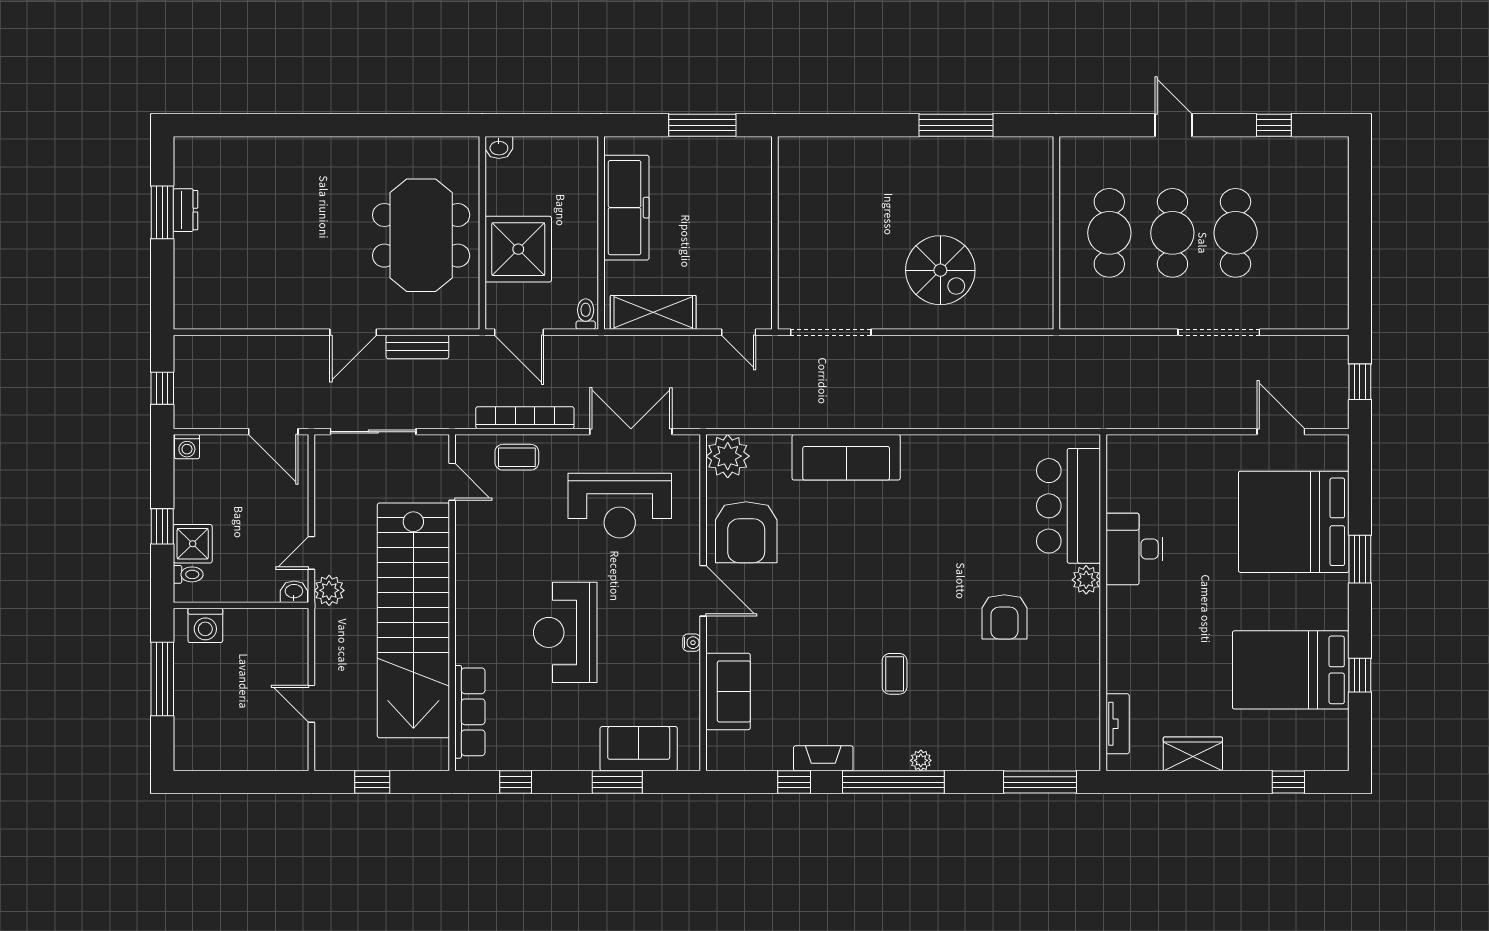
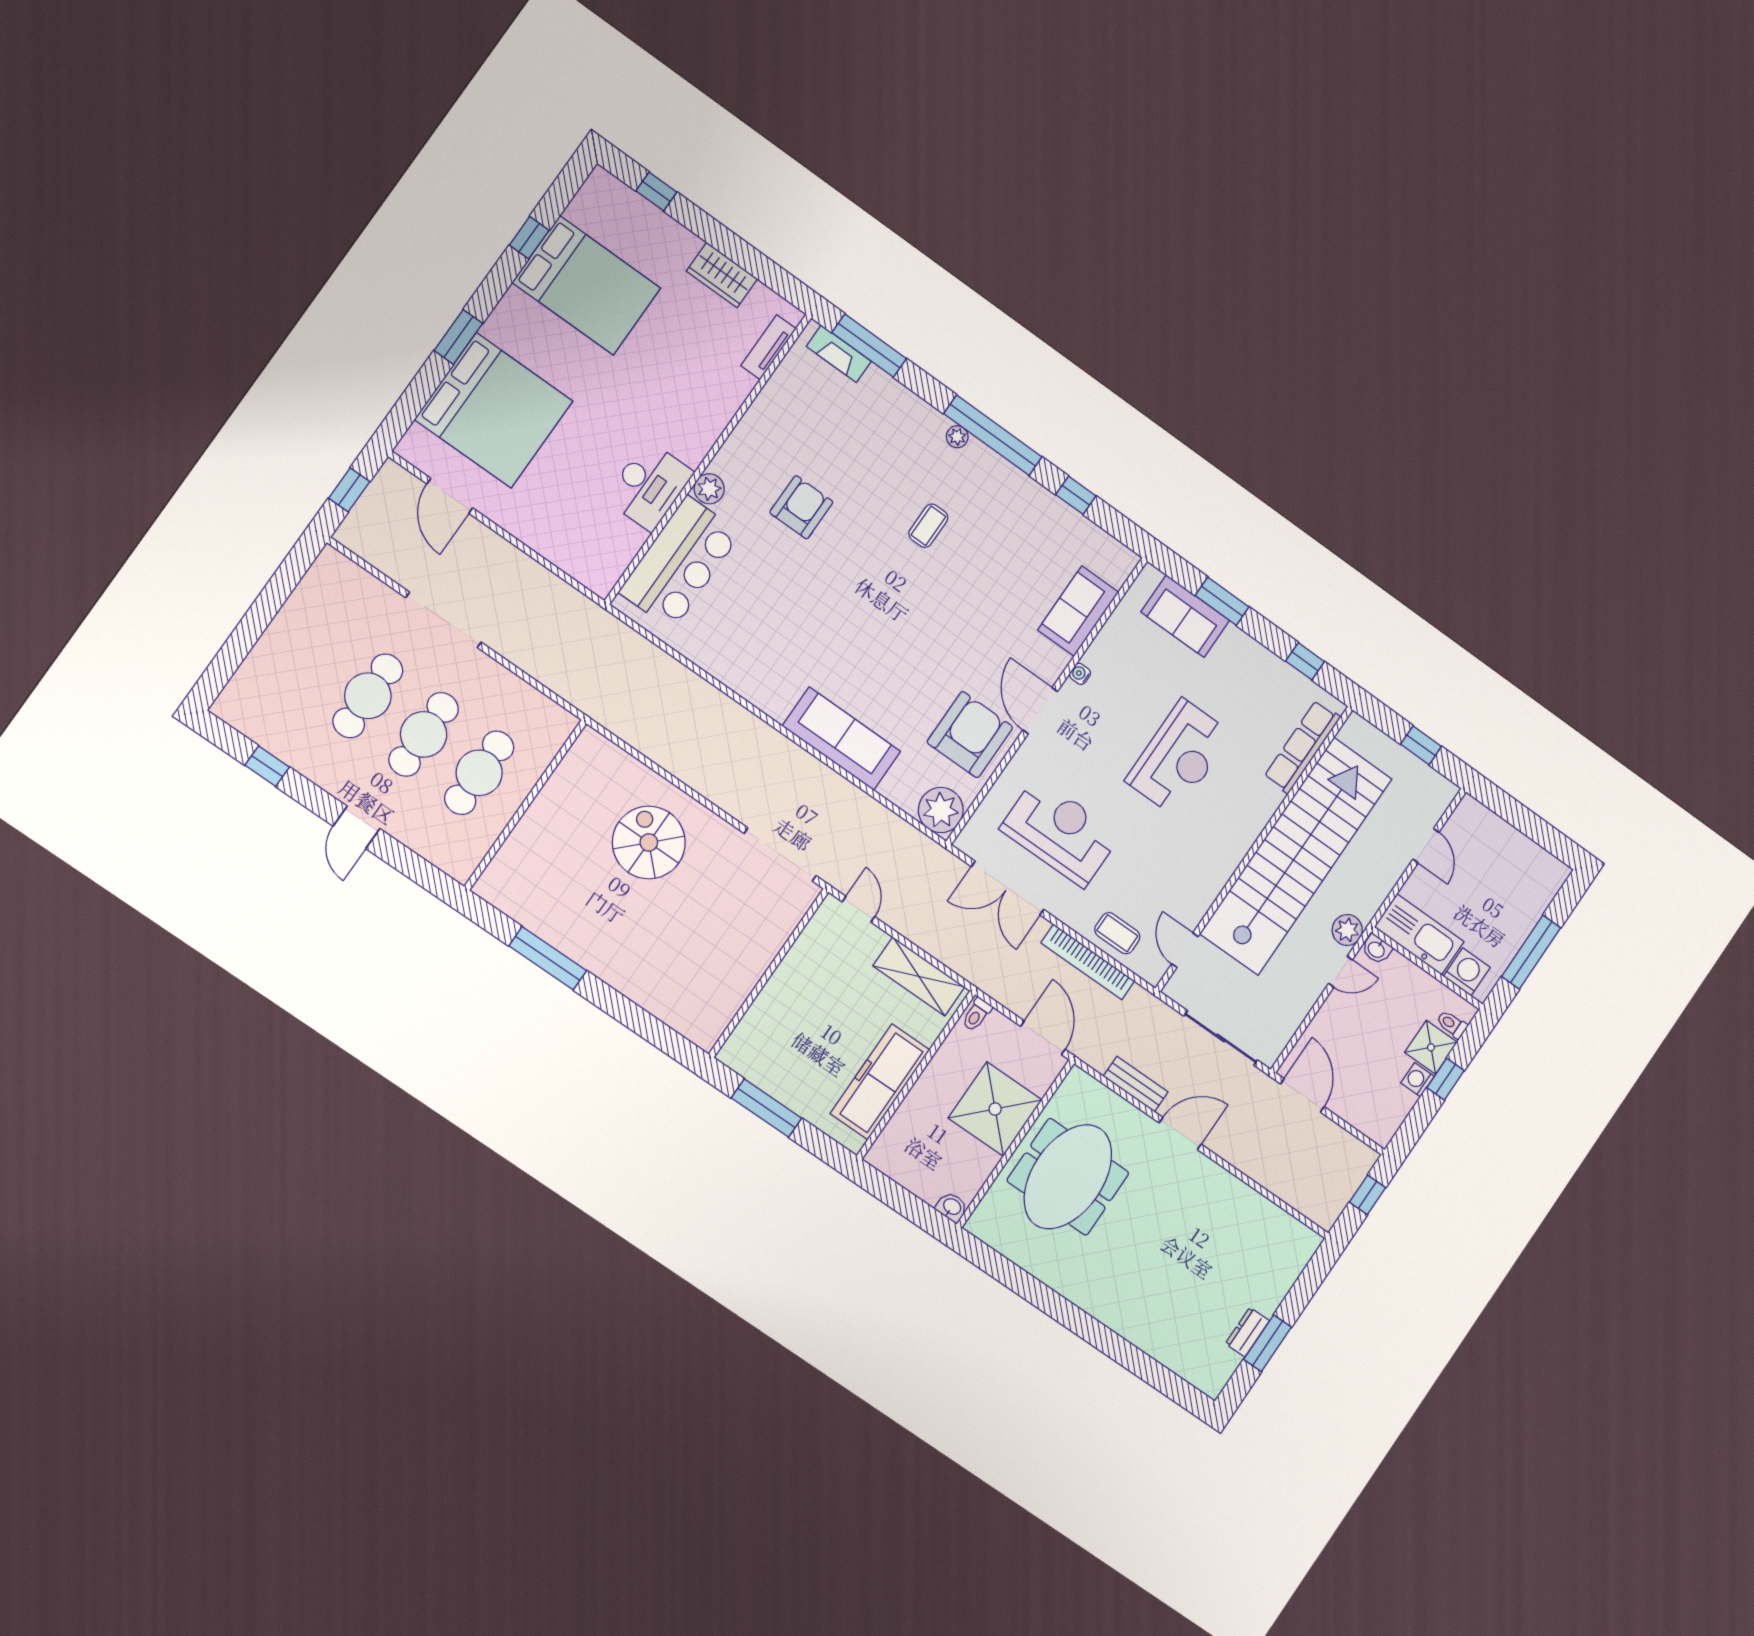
washing machine: (187, 447) -> (1417, 1080), moved, turned -90
kitchen sink: (267, 628) -> (1419, 934), added
fireplace: (823, 758) -> (839, 354), moved

